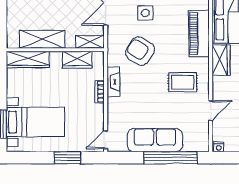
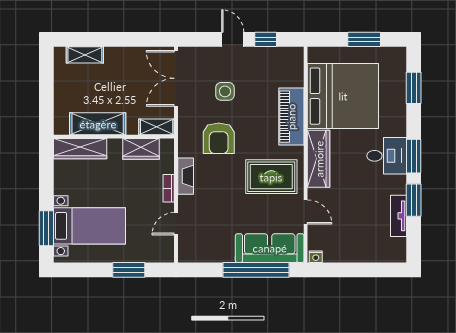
armchair: (140, 51) -> (219, 138), turned -122
wardrobe: (221, 60) -> (319, 159), width x1.50
rug: (183, 82) -> (271, 177), width x1.36, depth x1.43
door: (211, 111) -> (306, 212), hinge flipped
door: (106, 140) -> (176, 224), moved
sofa: (155, 140) -> (270, 248), moved

